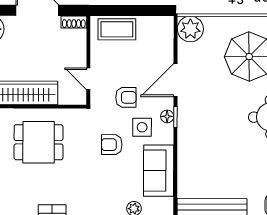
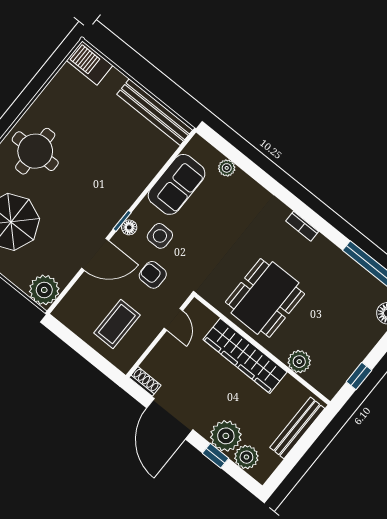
coffee table: (117, 29) -> (117, 324), moved, turned 90
dining table: (39, 142) -> (265, 298), width x1.38
armchair: (112, 145) -> (200, 242), removed

